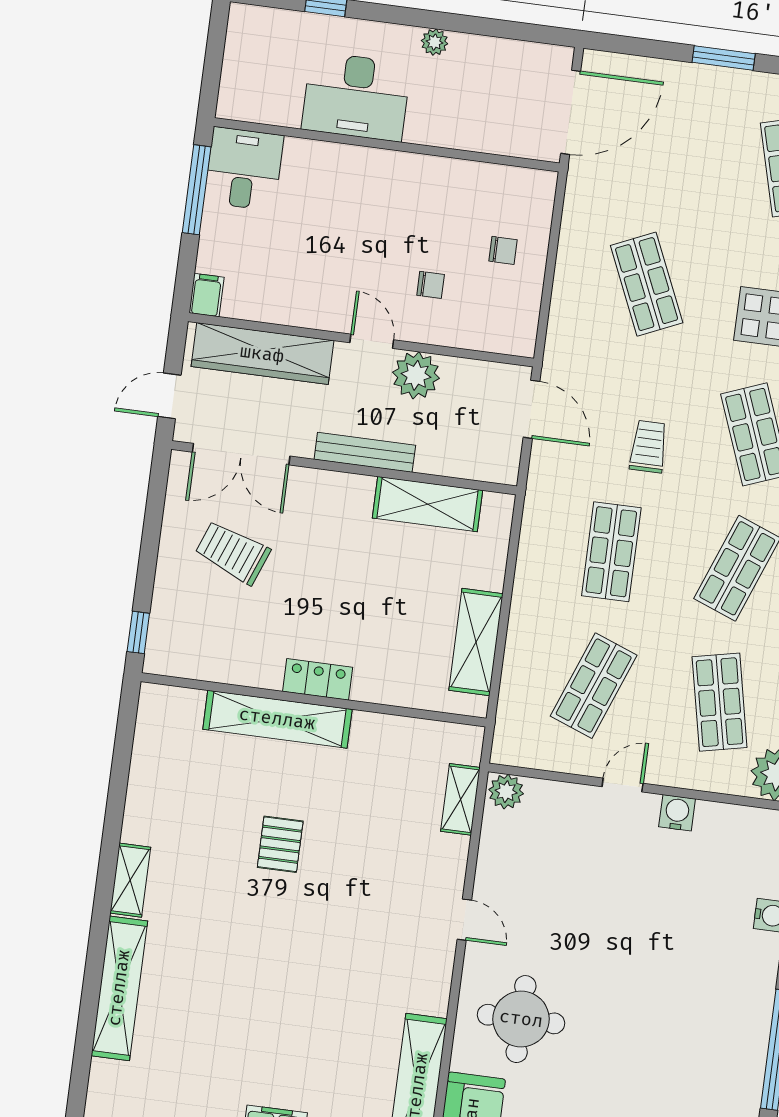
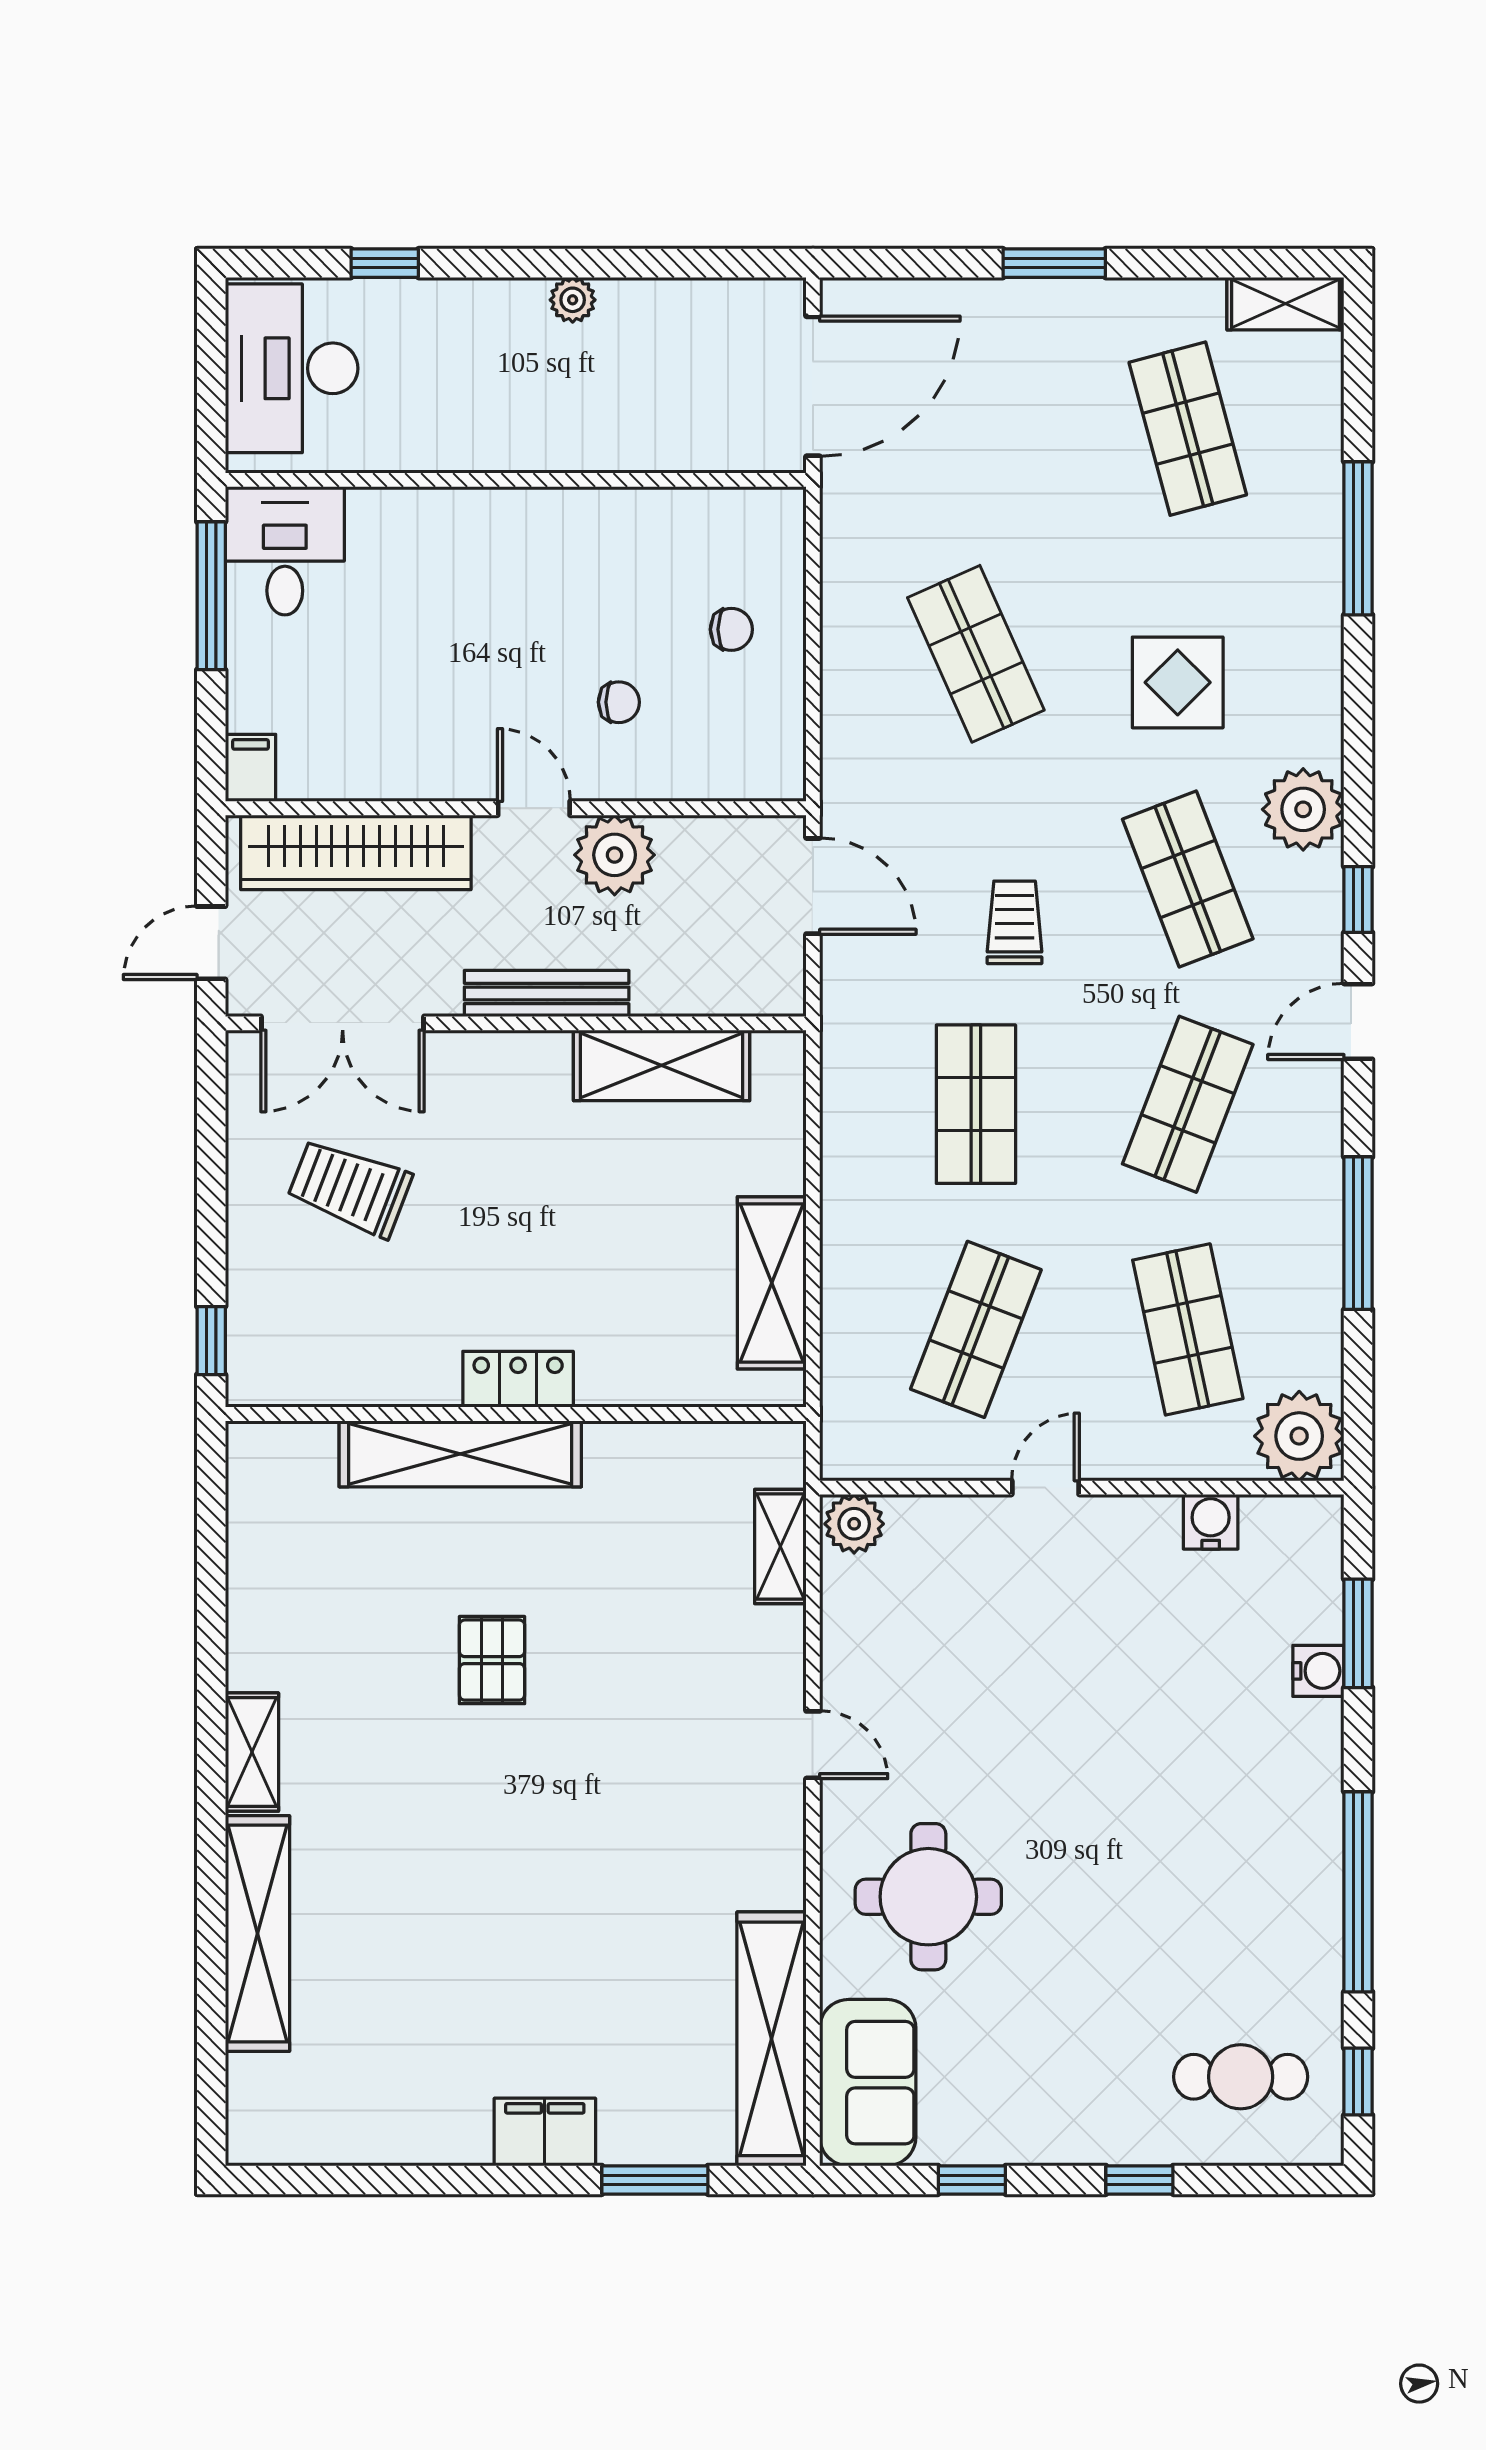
desk: (356, 96) -> (292, 368), moved, turned 90
water cooler: (677, 813) -> (1211, 1522), moved

